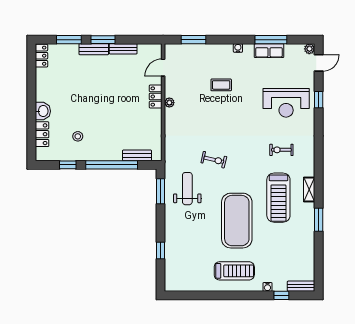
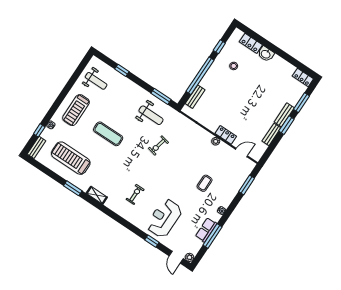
door: (163, 68) -> (242, 153), hinge flipped
treadmill: (278, 198) -> (71, 158), moved
exercise mat: (237, 221) -> (108, 134), width x0.50, depth x0.69
weight bench: (190, 270) -> (96, 81), added

